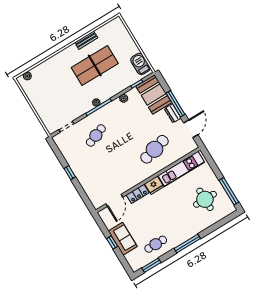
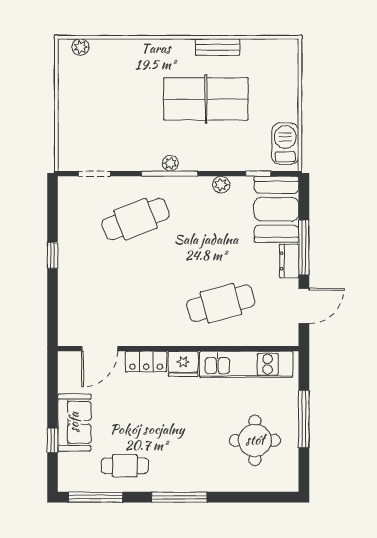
cafe table: (96, 135) -> (135, 219), width x1.37, depth x1.35
window: (229, 191) -> (304, 419), moved
window: (112, 242) -> (53, 440), moved
window: (151, 265) -> (96, 497), width x1.44

